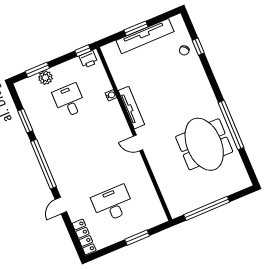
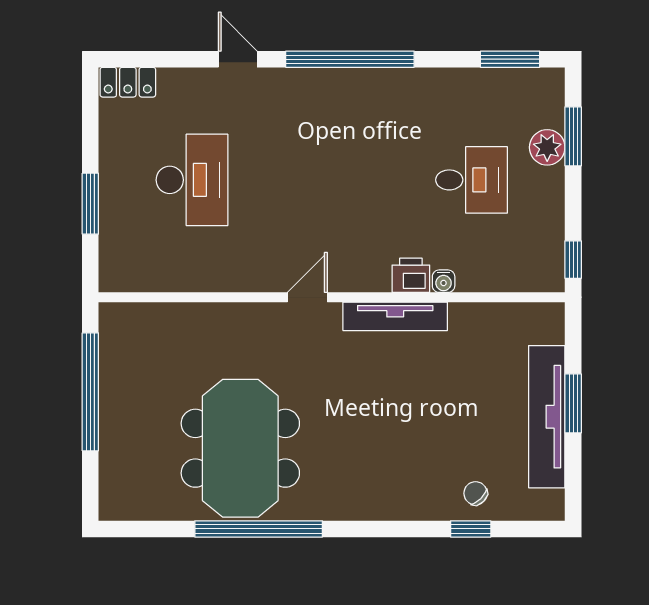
printer: (88, 59) -> (411, 275), moved, turned 90
window: (25, 121) -> (510, 59), moved
meeting table: (204, 144) -> (240, 448), turned 90
locker: (84, 237) -> (128, 82), width x0.66

